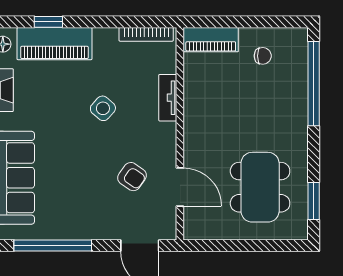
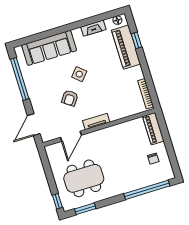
tv unit: (168, 98) -> (96, 122), moved
side table: (103, 108) -> (79, 74), moved
armchair: (132, 177) -> (70, 98), moved
window: (286, 245) -> (57, 201), added

